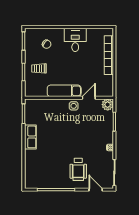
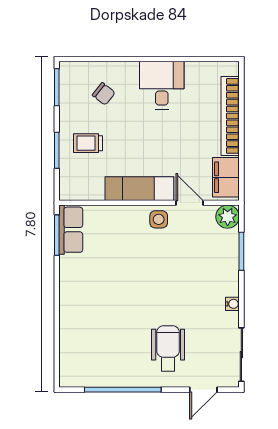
filing cabinet: (107, 85) -> (226, 177), added
door: (89, 98) -> (189, 203), hinge flipped
row of seats: (30, 137) -> (71, 230), moved
wheelchair: (78, 169) -> (168, 348), turned 180
door: (96, 190) -> (203, 390), swing flipped

